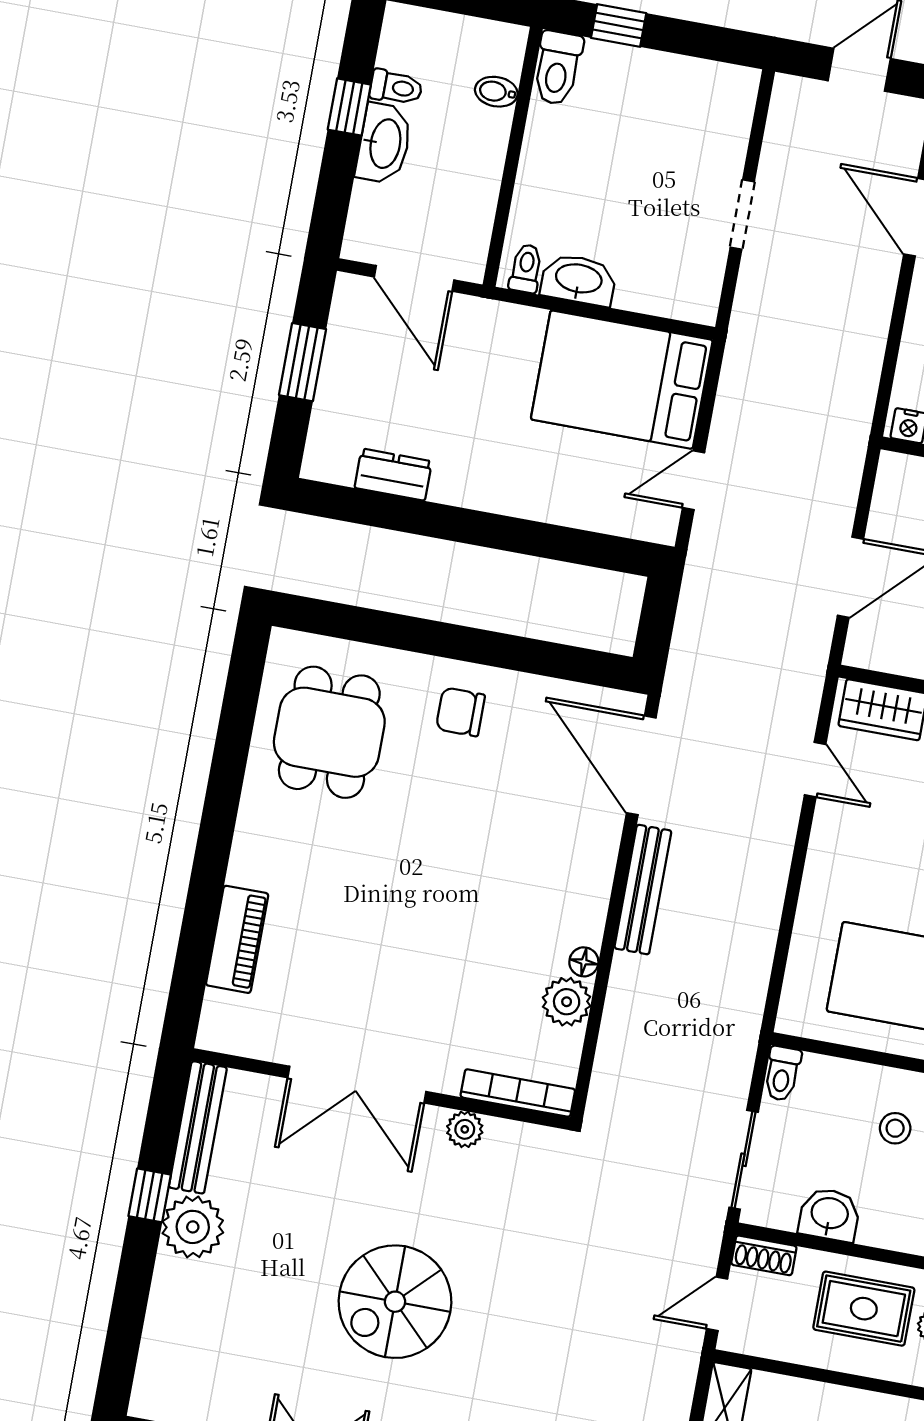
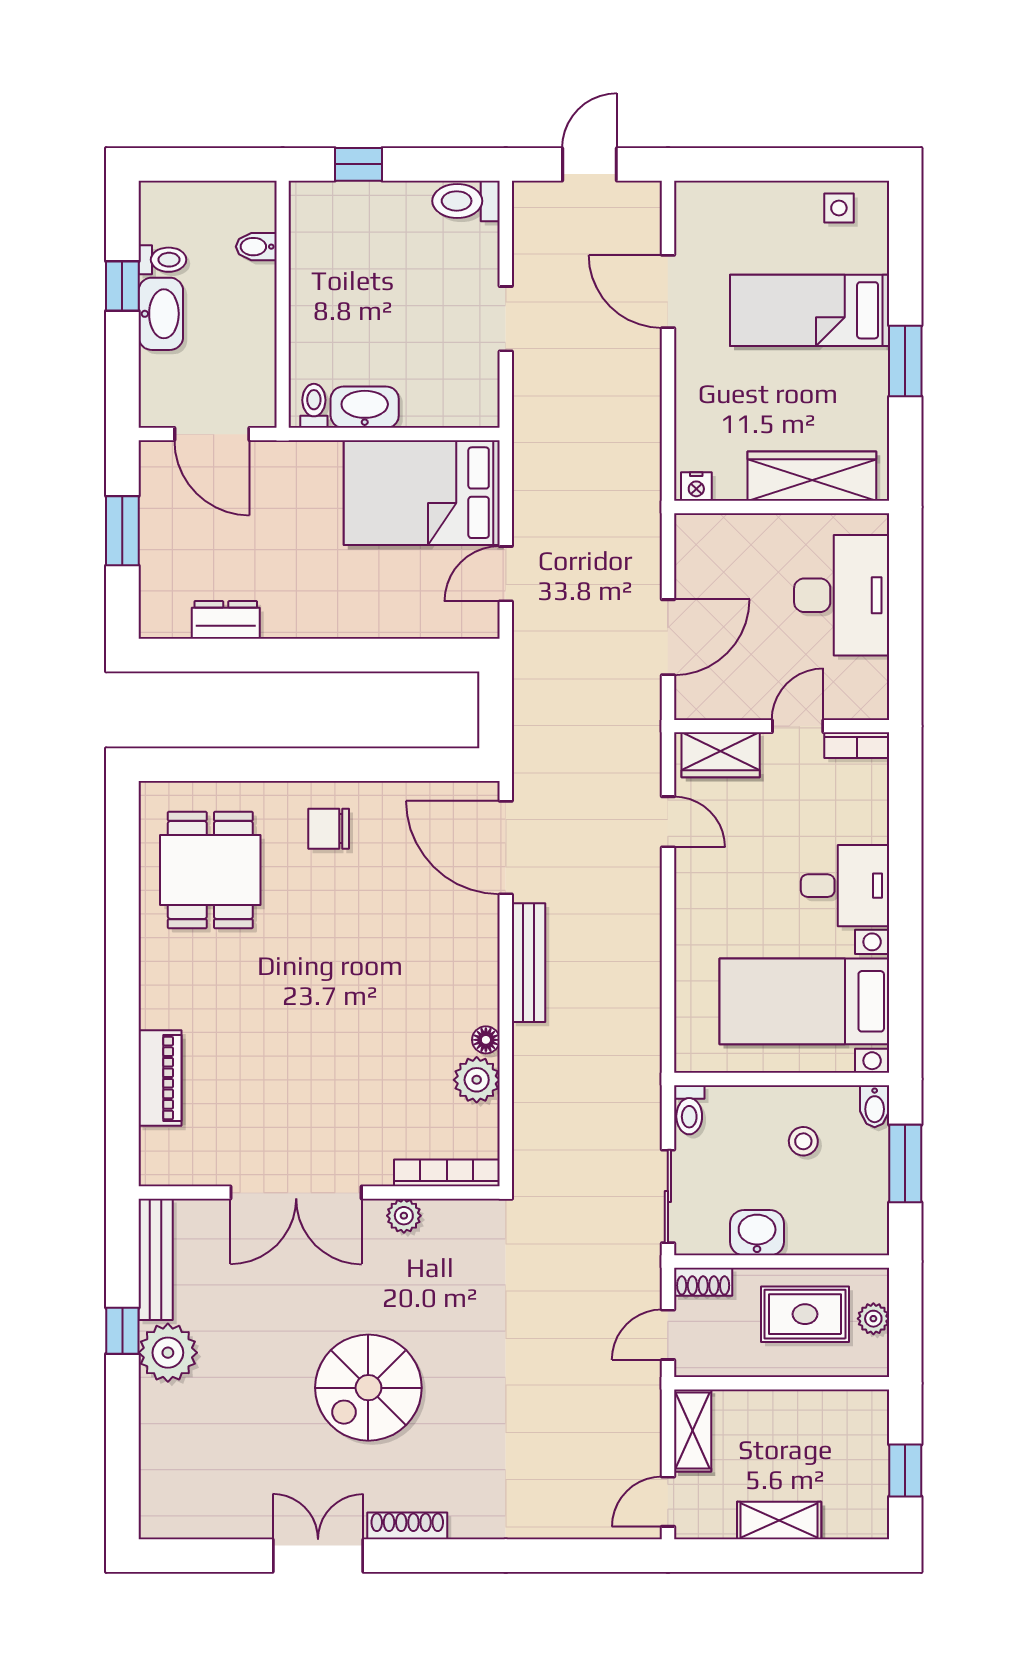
toilet: (558, 68) -> (466, 201), moved, turned 90

